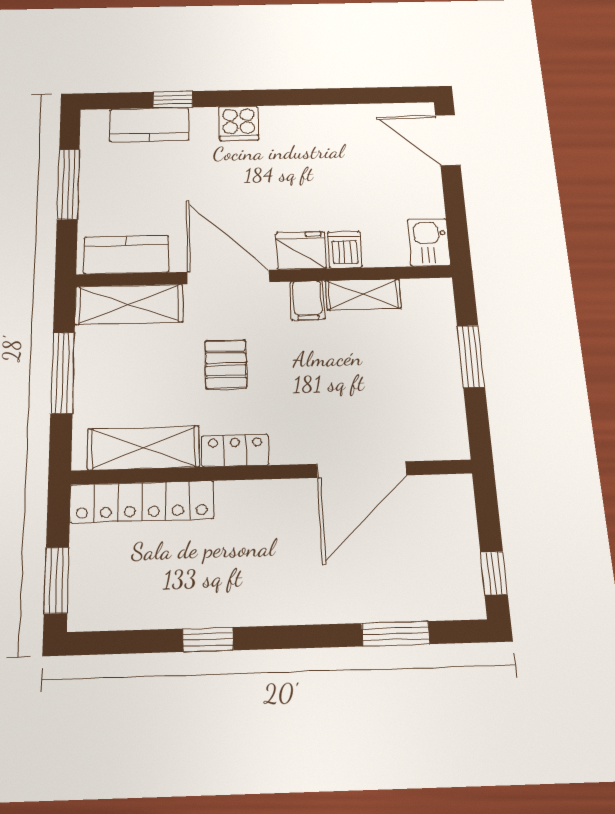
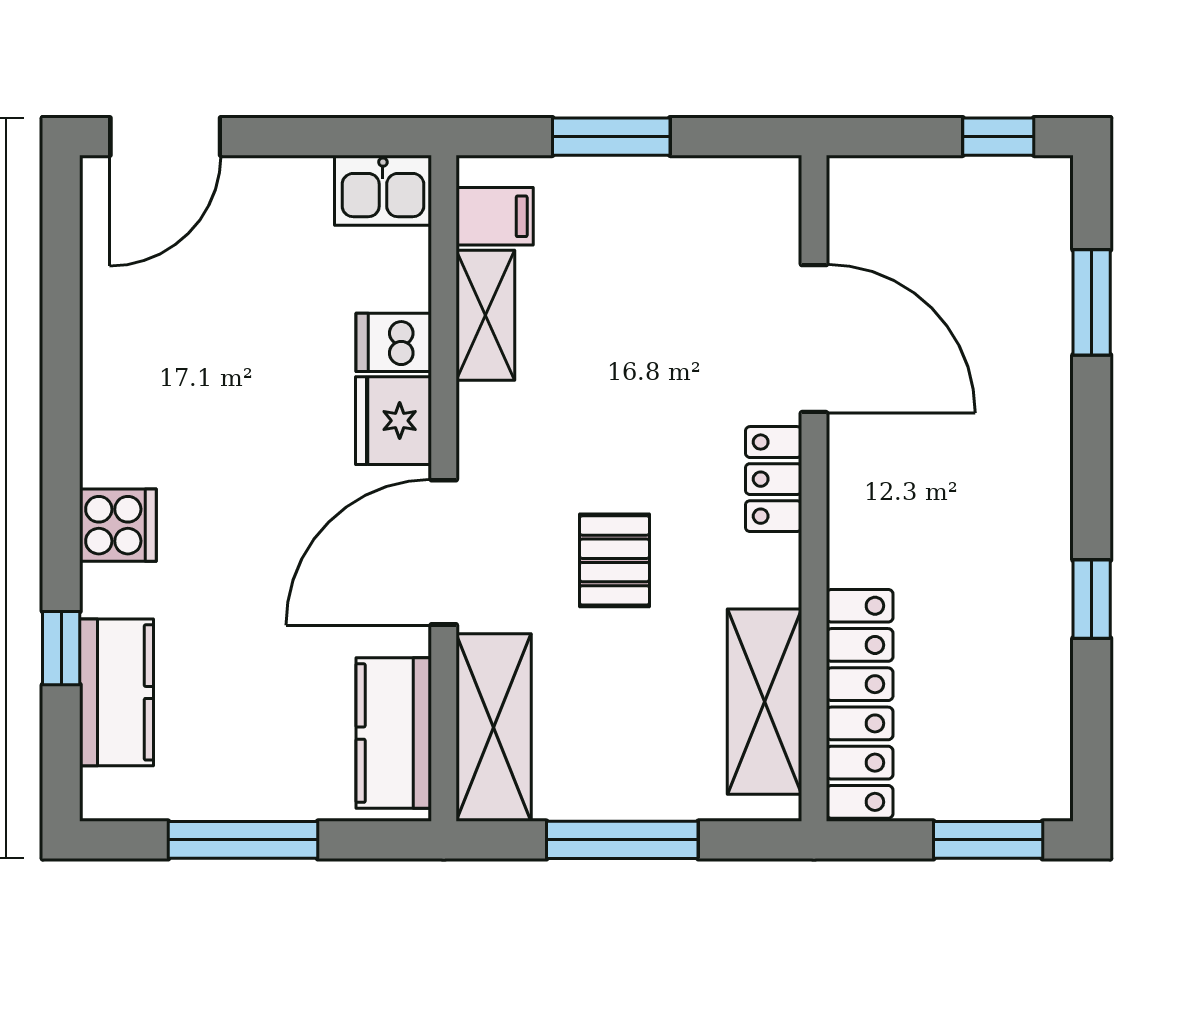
filing cabinet: (307, 300) -> (495, 216), moved
pallet: (226, 364) -> (614, 560), turned 90
locker: (235, 450) -> (774, 479), moved

